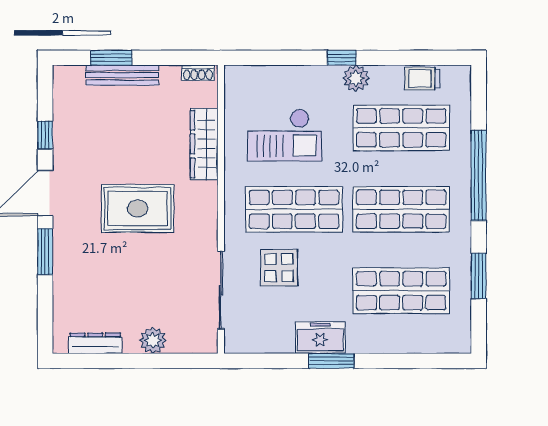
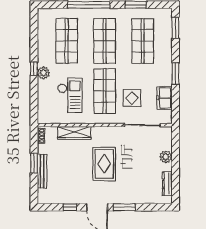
window: (111, 58) -> (34, 163), moved
plant: (356, 78) -> (43, 73), moved
trolley: (422, 79) -> (44, 31), removed
freezer: (320, 338) -> (165, 98), moved
window: (429, 361) -> (175, 28), added

